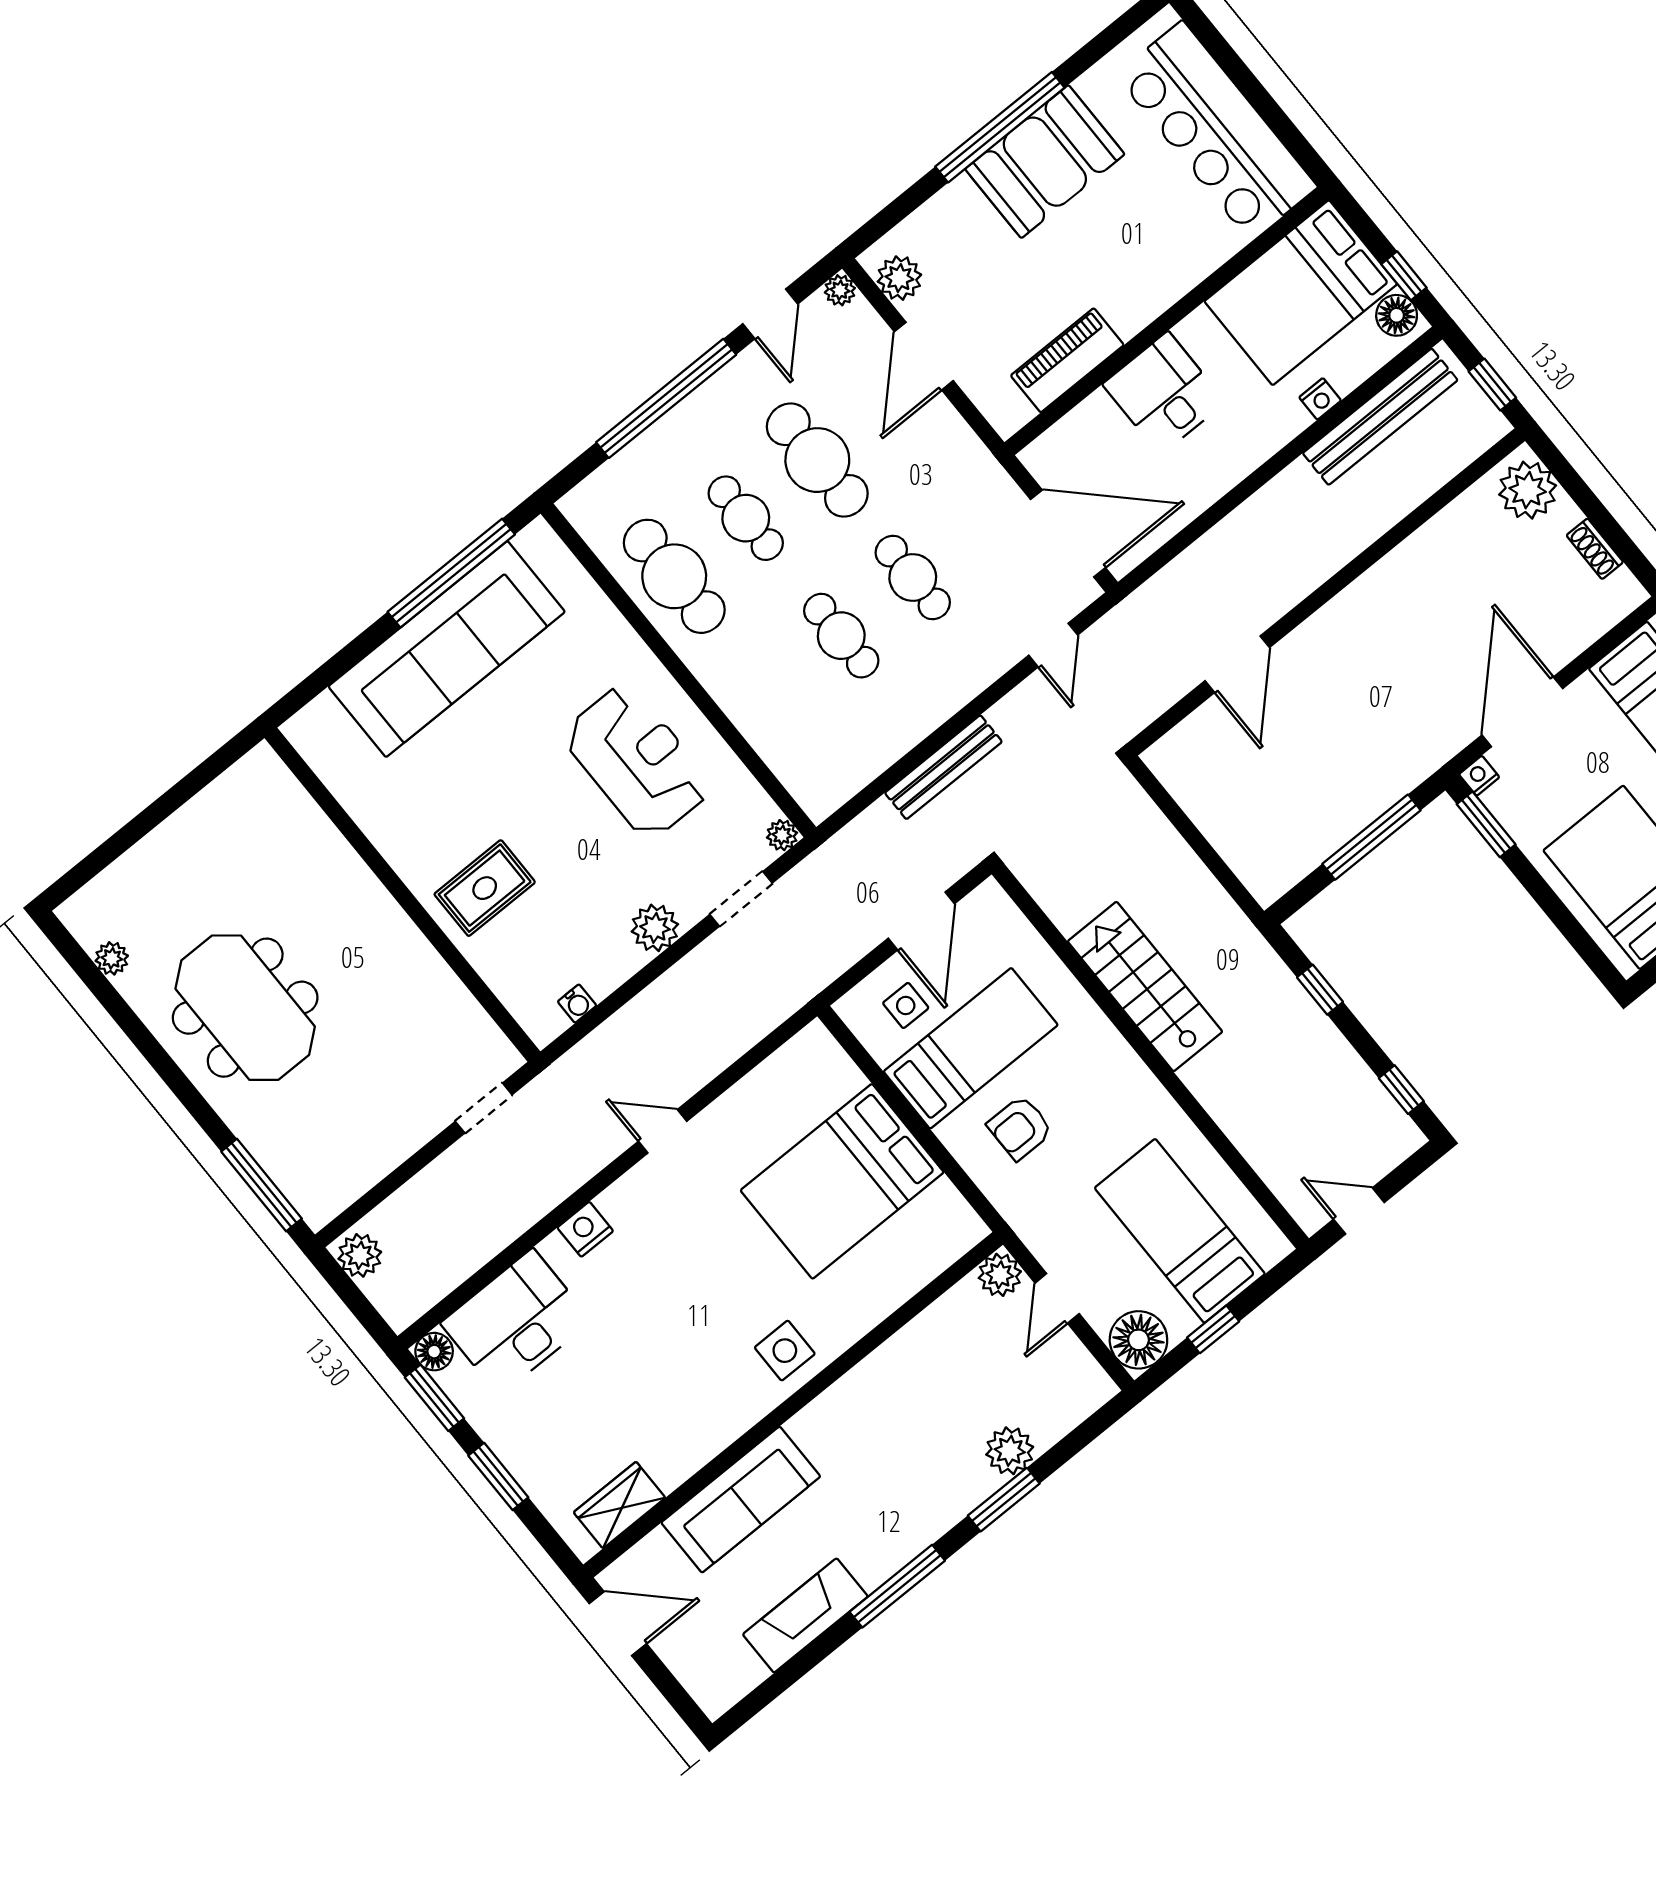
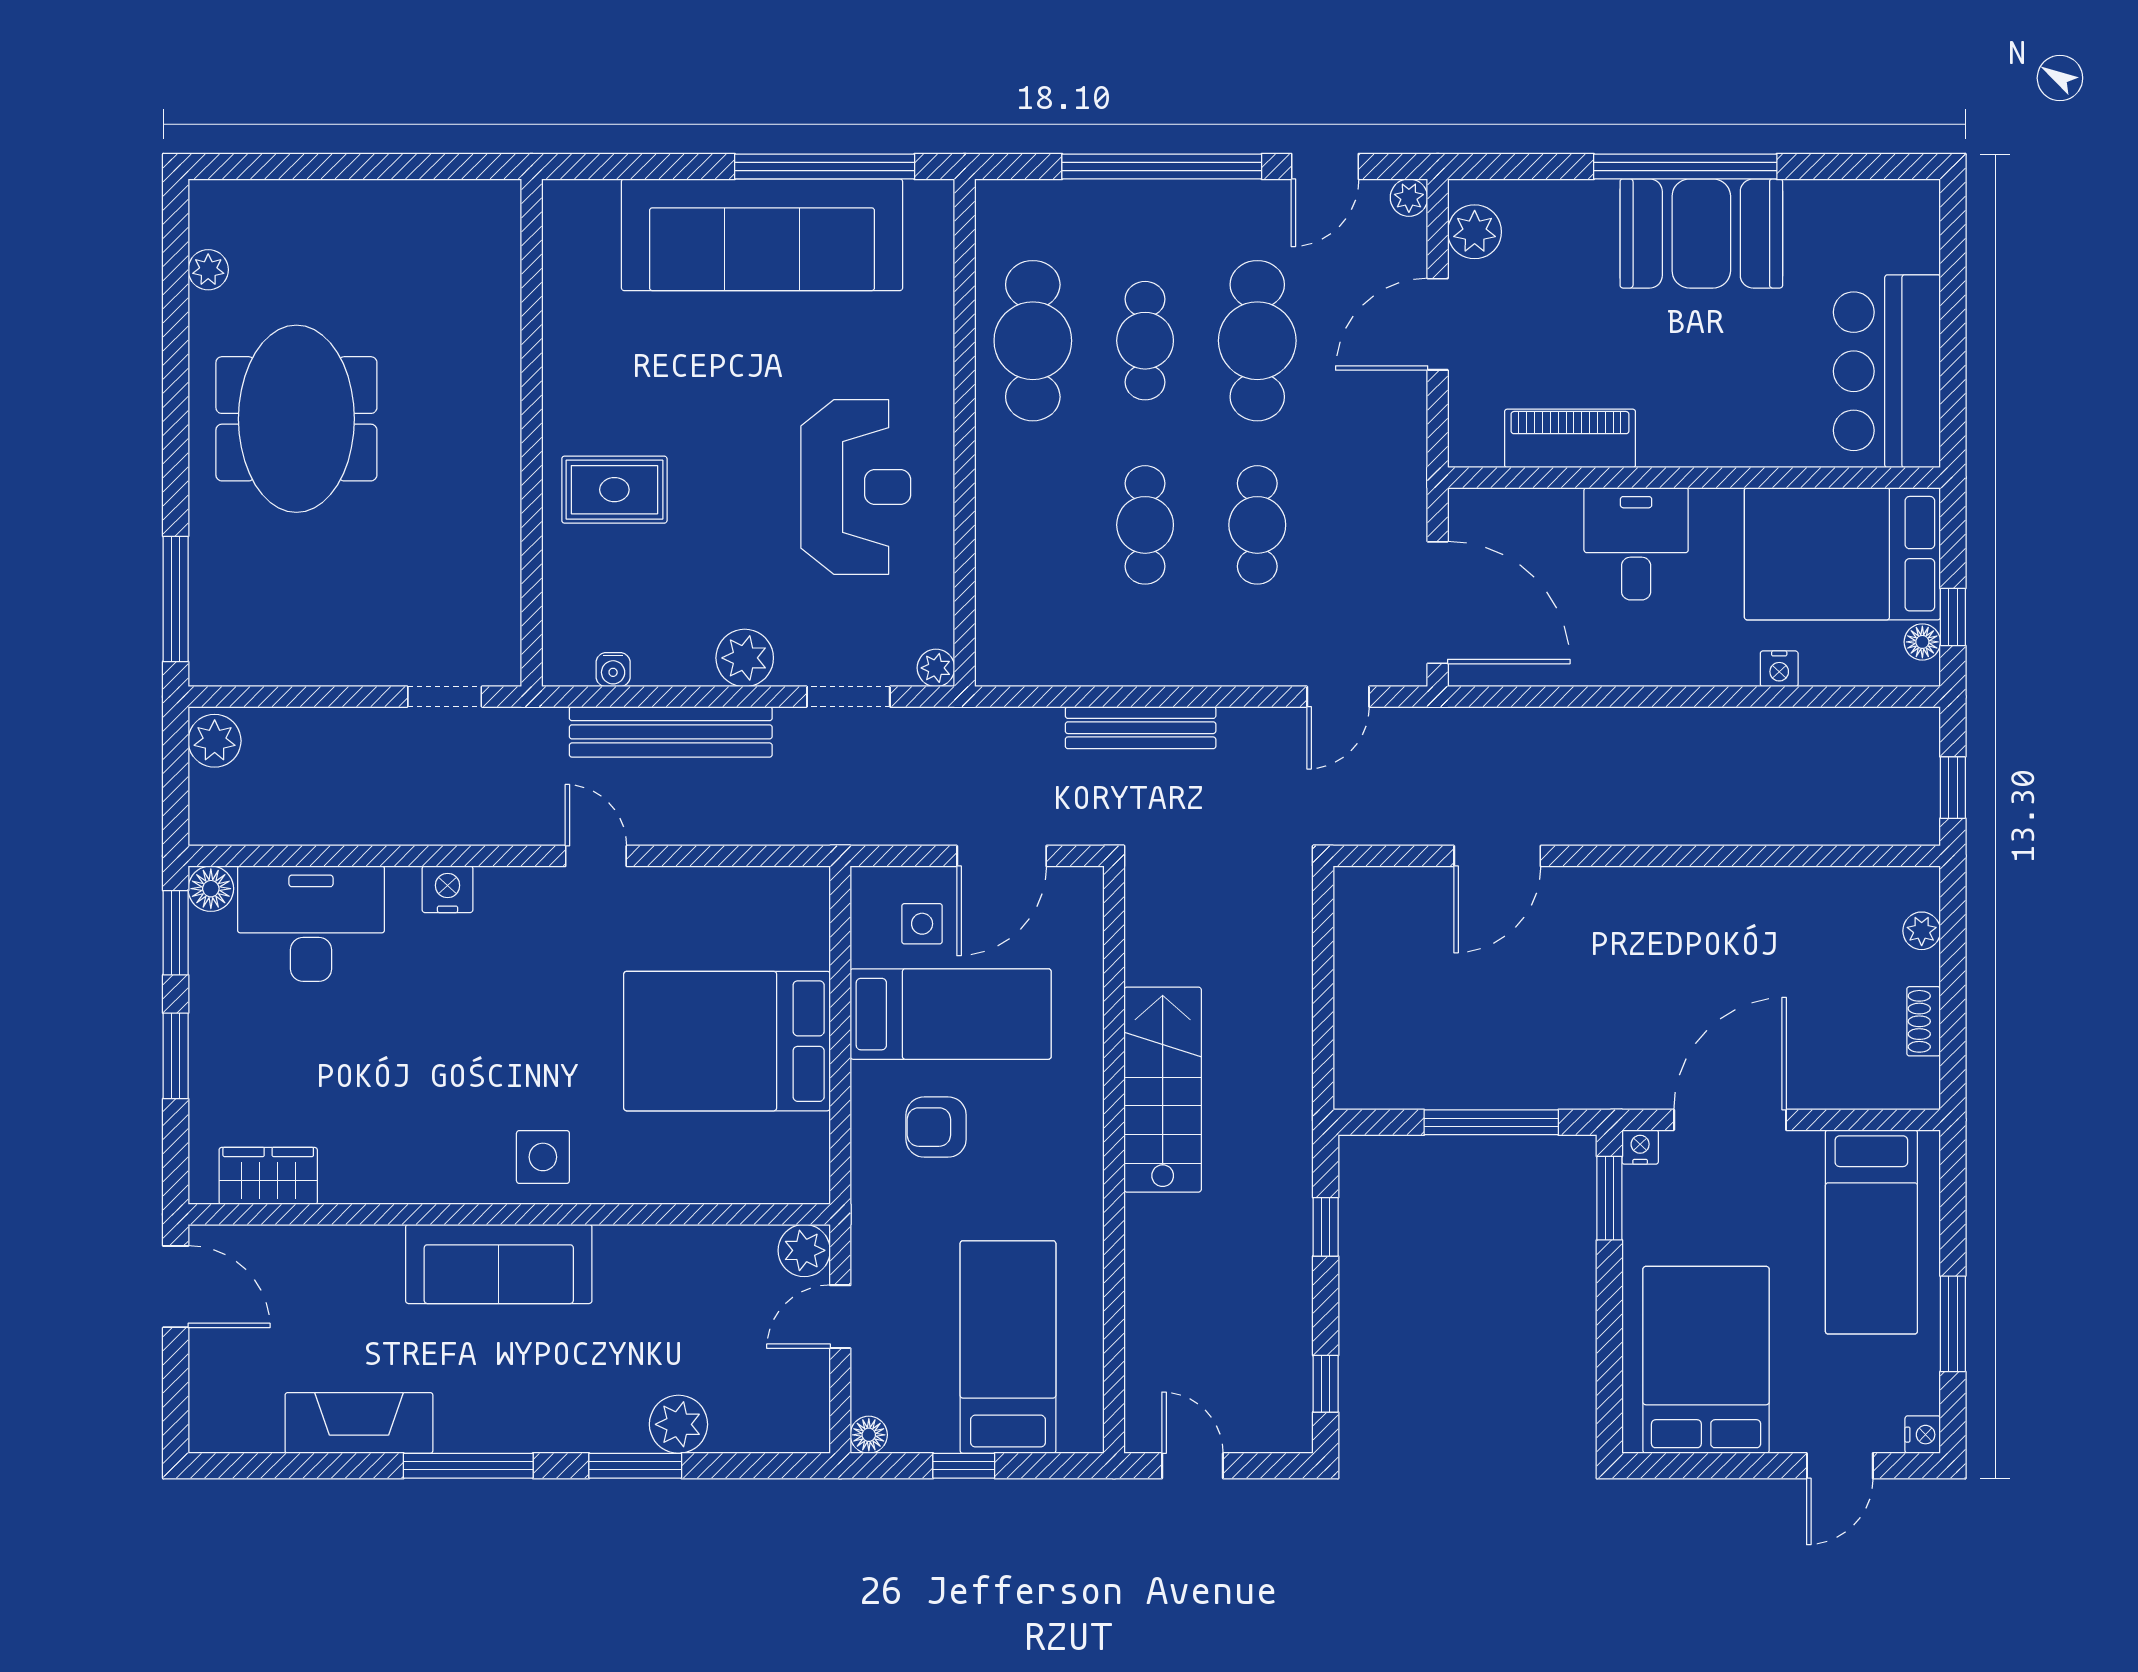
bar counter: (1216, 131) -> (1887, 371), width x0.73
floor lamp: (1397, 315) -> (1922, 642), width x0.73, depth x0.73
bench: (1380, 417) -> (671, 732), moved
plant: (1528, 490) -> (1922, 931), width x0.53, depth x0.53
floor lamp: (1138, 1340) -> (869, 1435), width x0.53, depth x0.53
sofa: (741, 1500) -> (499, 1264), moved

